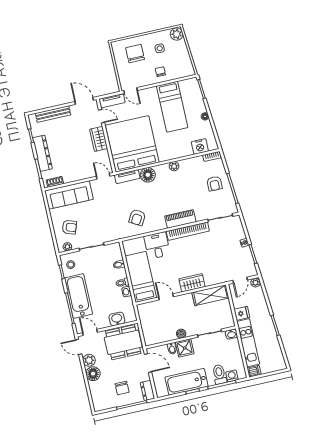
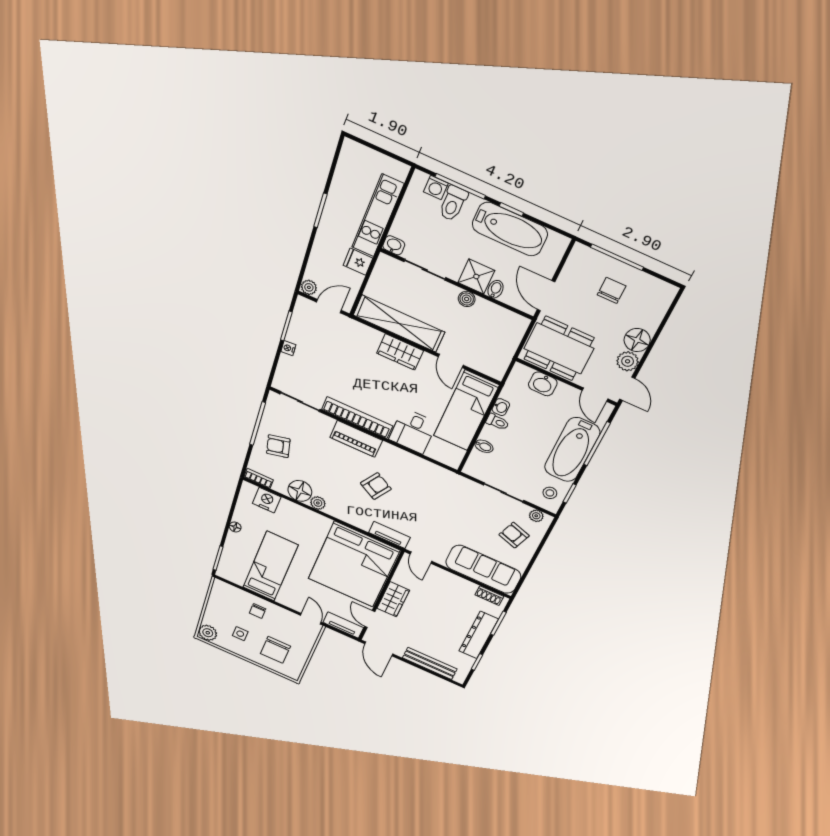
floor lamp: (148, 175) -> (300, 491), moved
armchair: (214, 184) -> (278, 446), turned -104
armchair: (137, 217) -> (376, 486), moved
shelving: (210, 295) -> (399, 324), width x1.47
dishwasher: (254, 371) -> (398, 169), removed
dresser: (148, 390) -> (577, 260), removed

